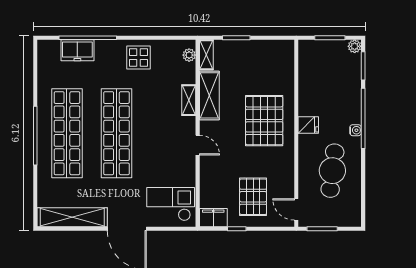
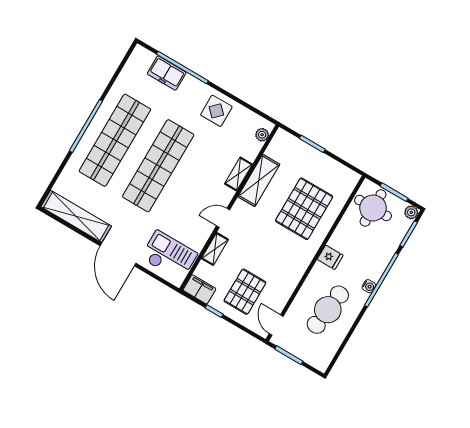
shelving: (206, 55) -> (215, 249), moved
round table: (320, 62) -> (373, 208), added
pallet: (264, 121) -> (304, 209), moved
door: (198, 145) -> (223, 218), swing flipped

